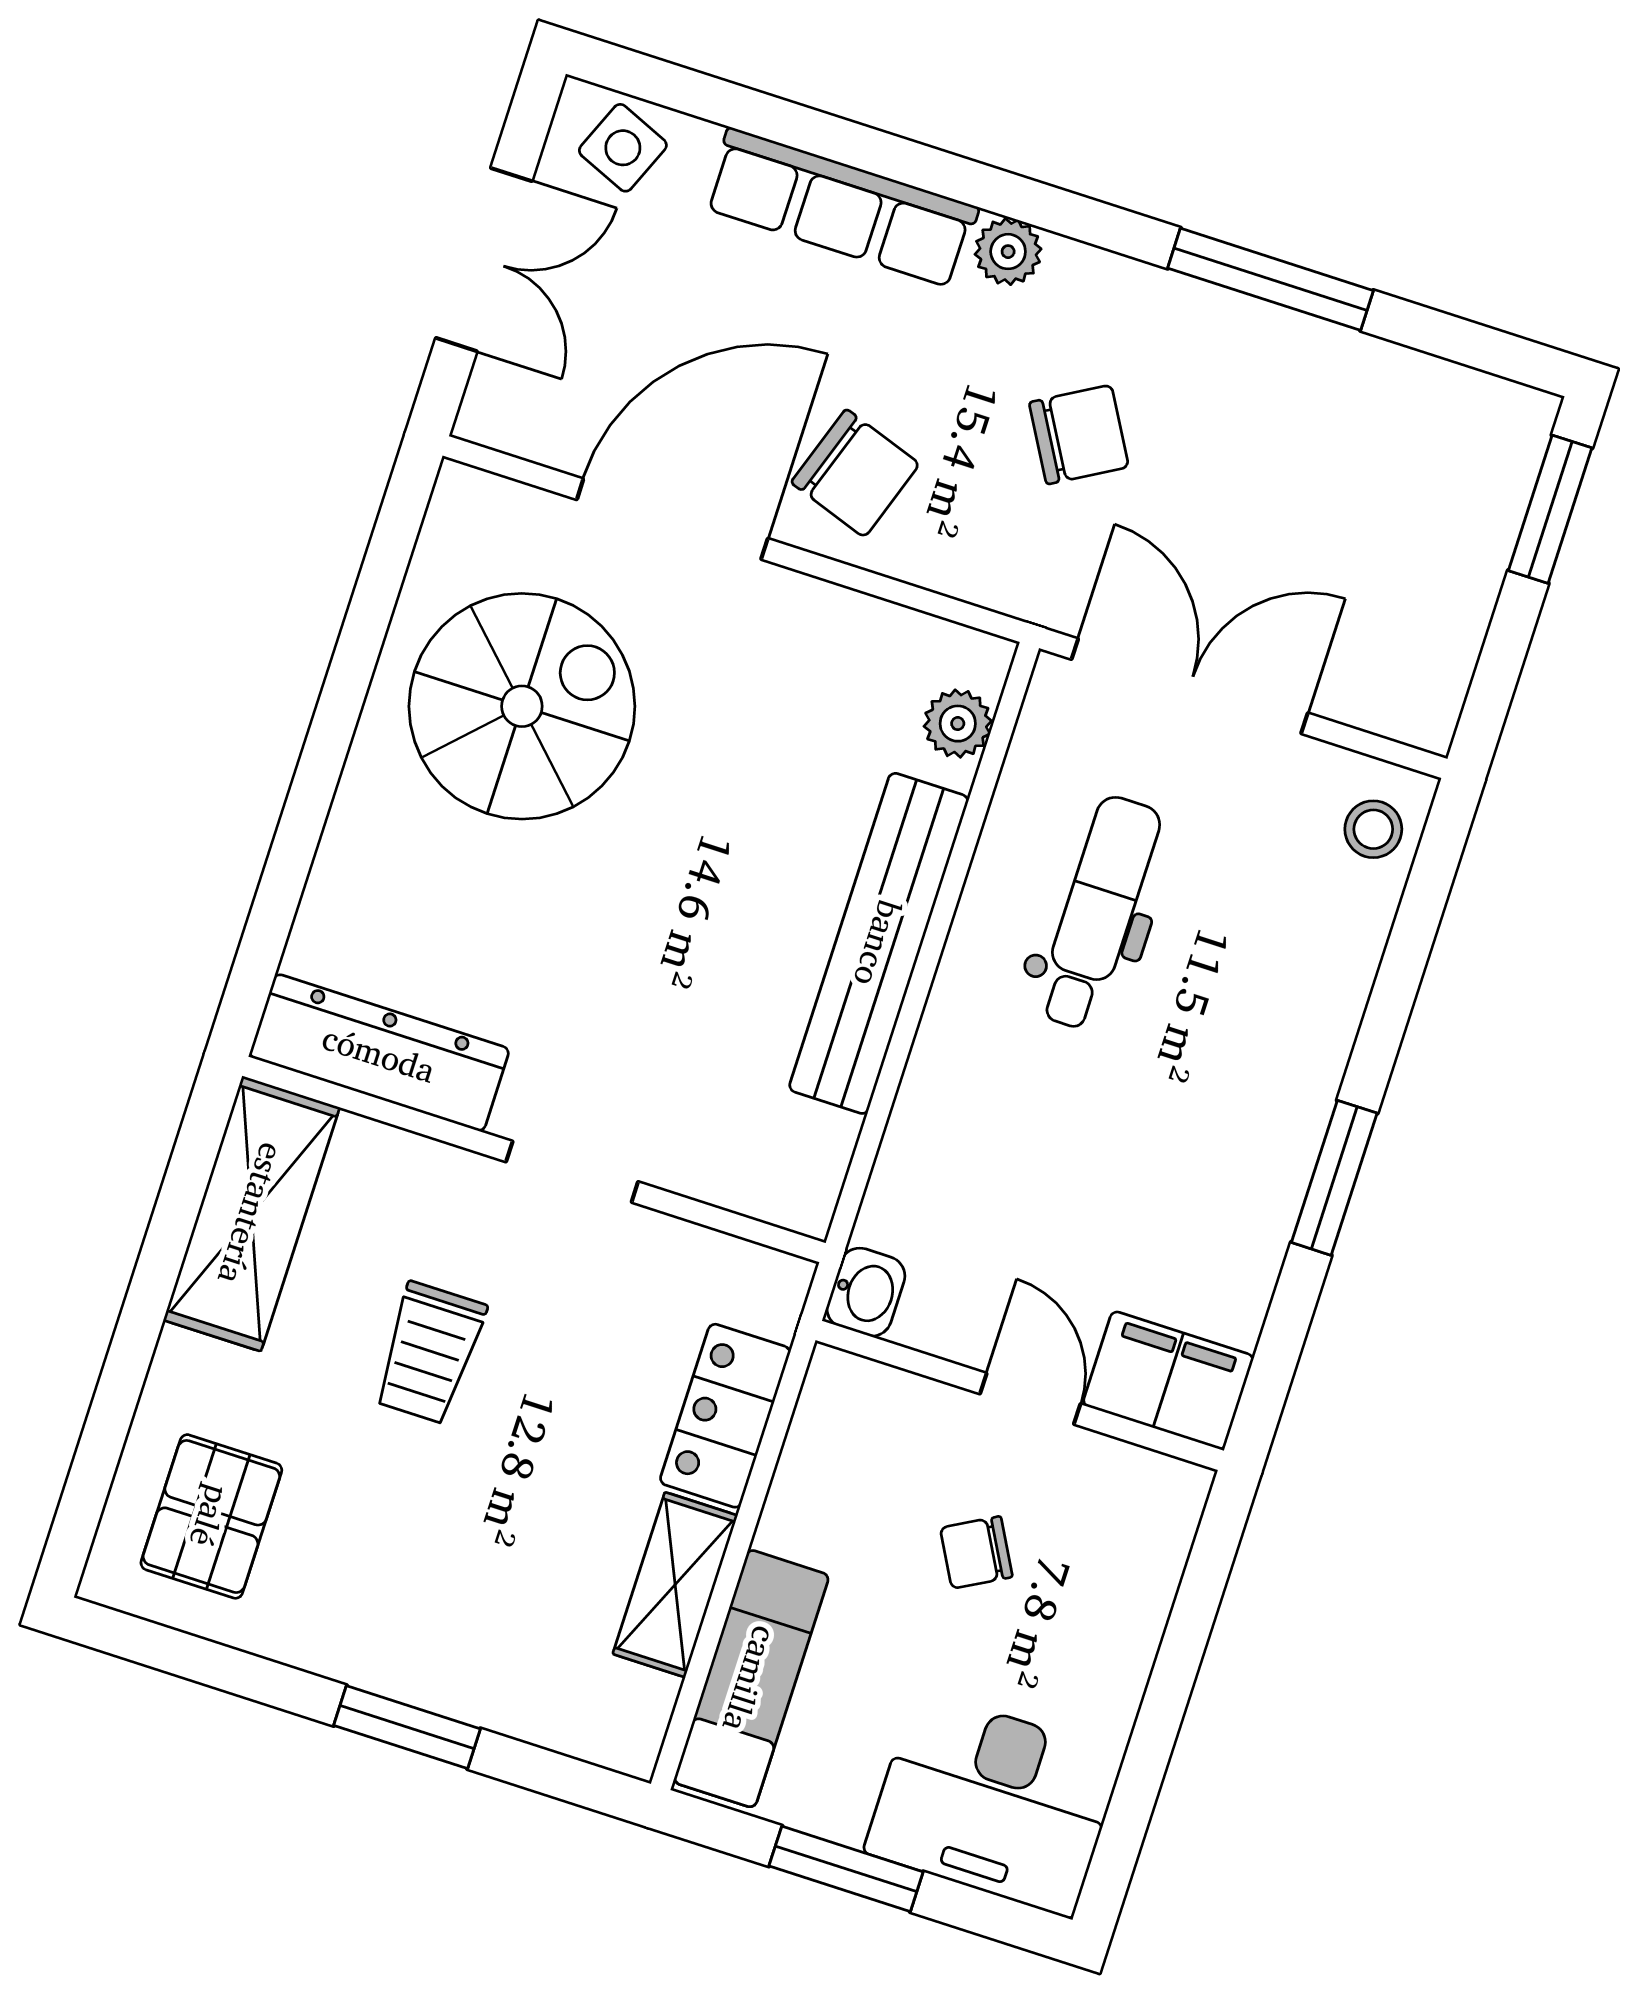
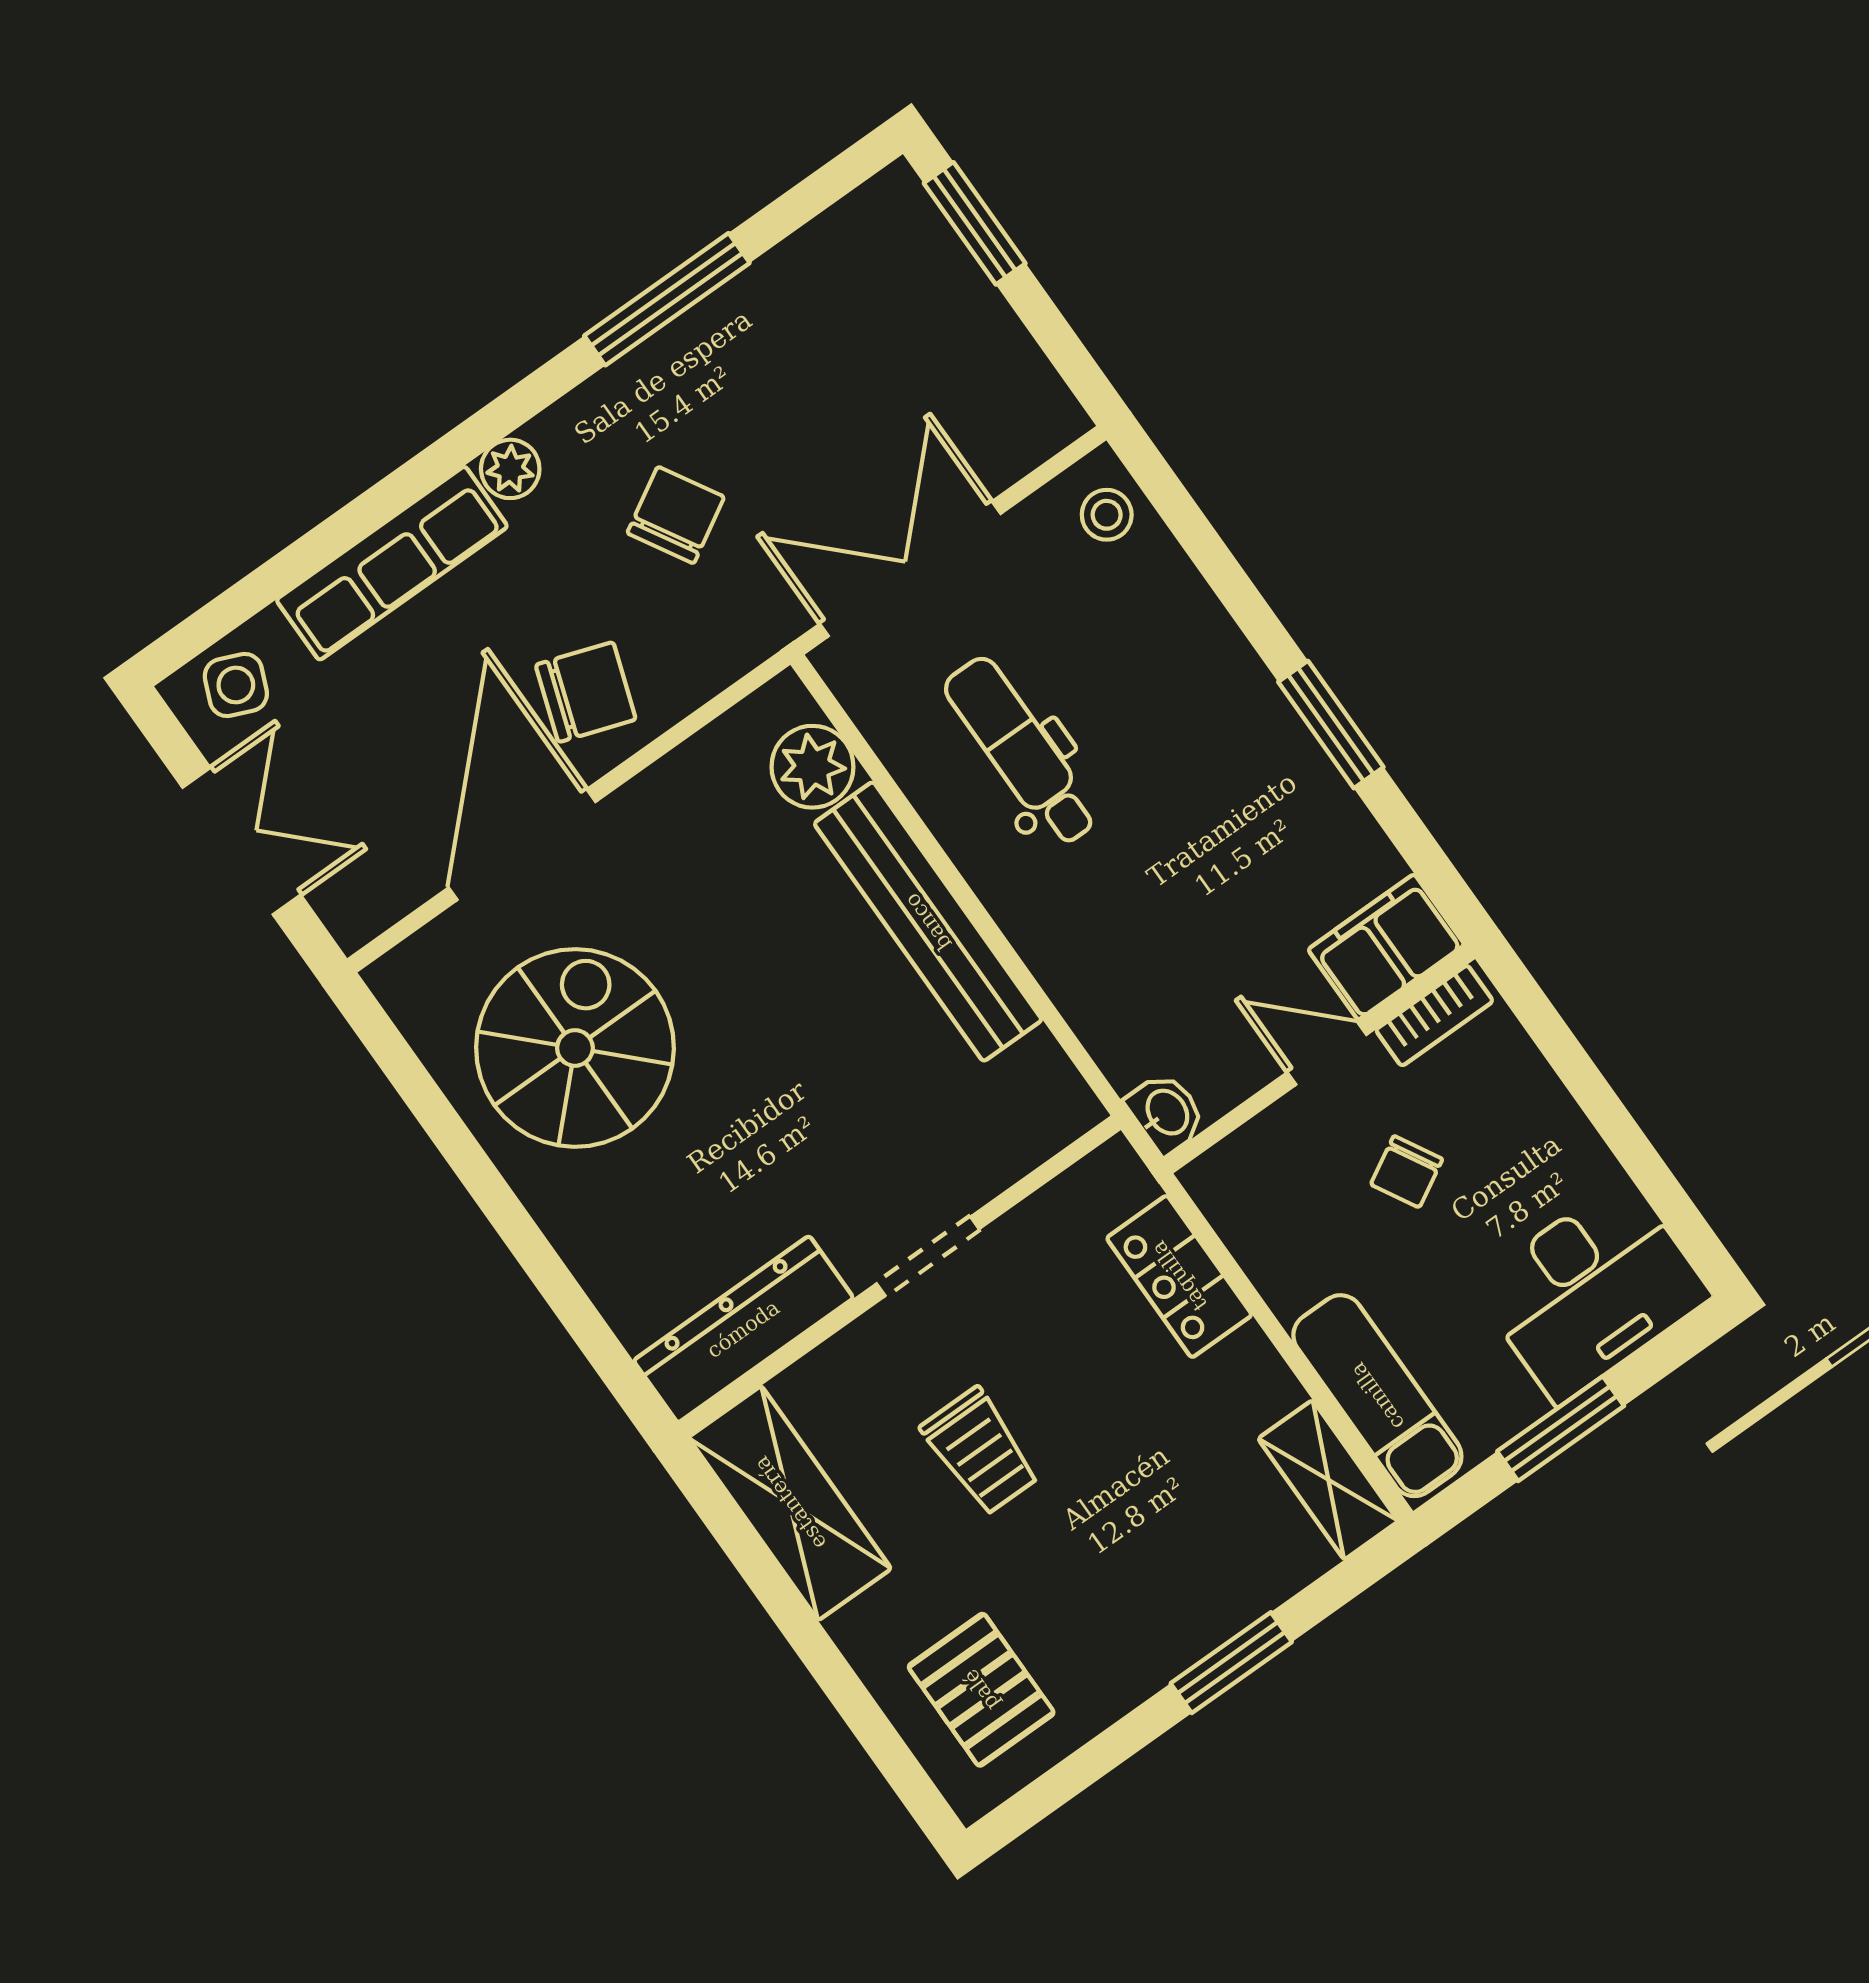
plant: (958, 724) -> (812, 767), width x1.38, depth x1.38
bookcase: (1138, 1471) -> (1434, 1016), added
shelving: (675, 1585) -> (1328, 1480), moved

